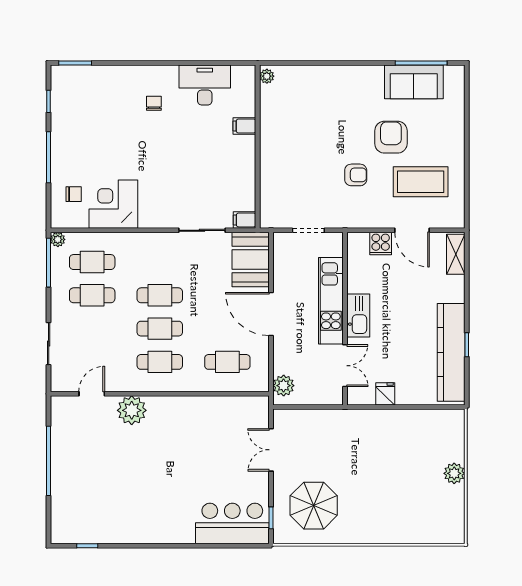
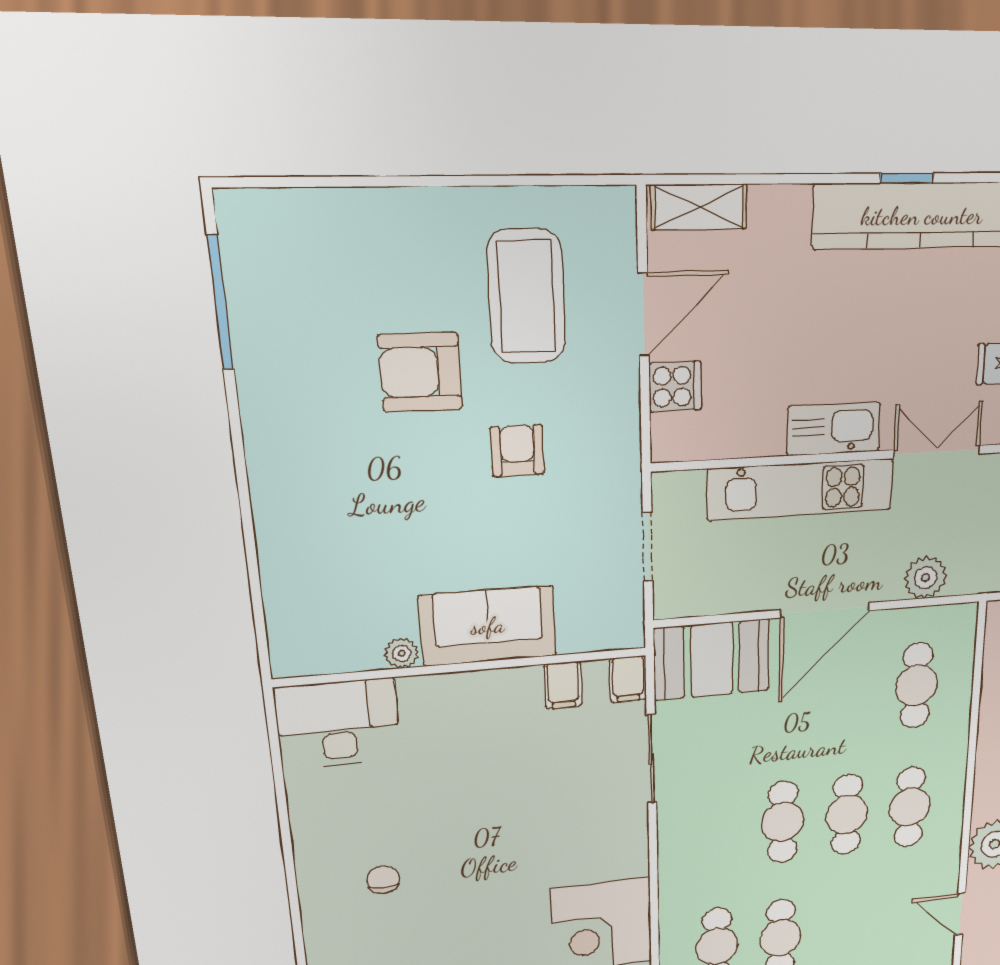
plant: (267, 76) -> (402, 653), moved
sofa: (414, 82) -> (488, 626), moved, turned -90
desk: (205, 85) -> (338, 724), moved, turned 90
chair: (154, 103) -> (383, 880), turned 90
filing cabinet: (244, 126) -> (563, 685), moved
plant: (284, 386) -> (926, 578), moved

